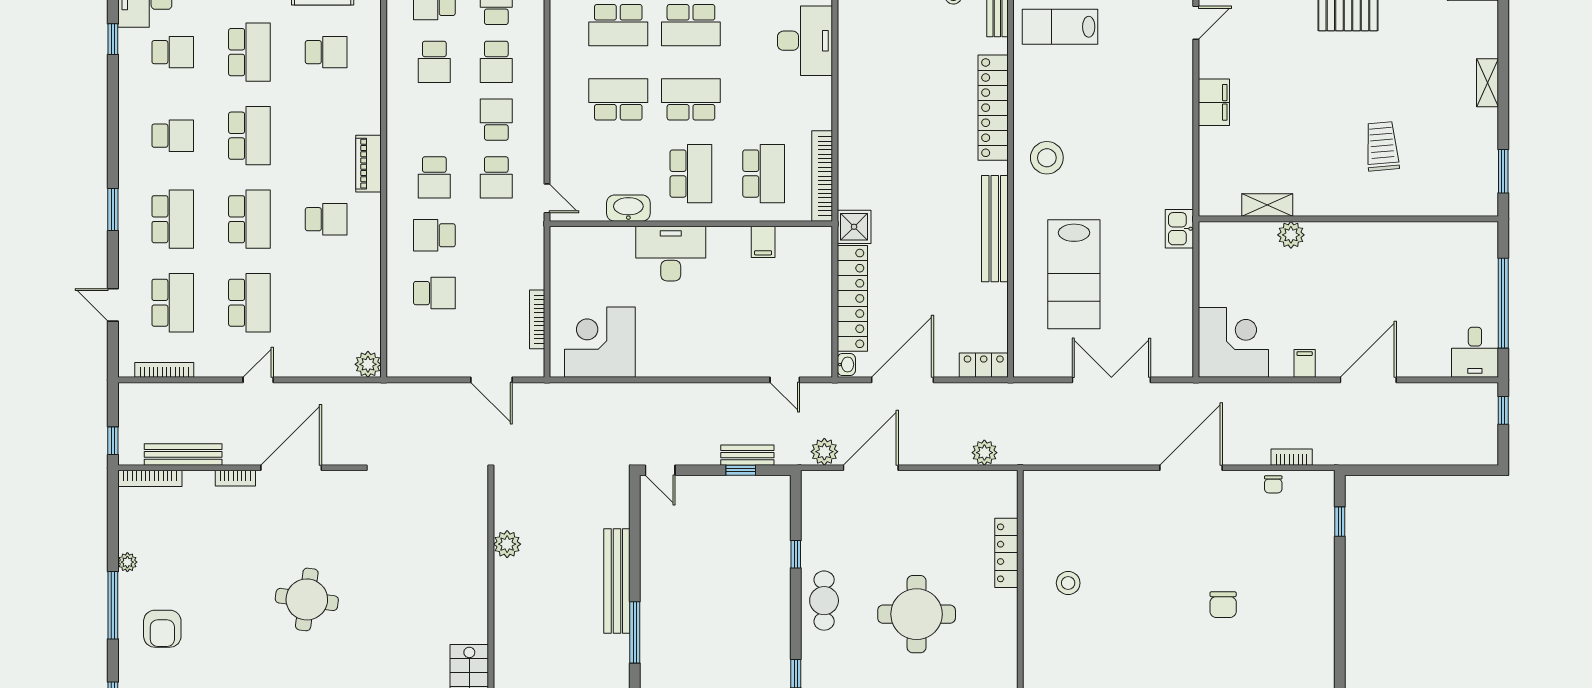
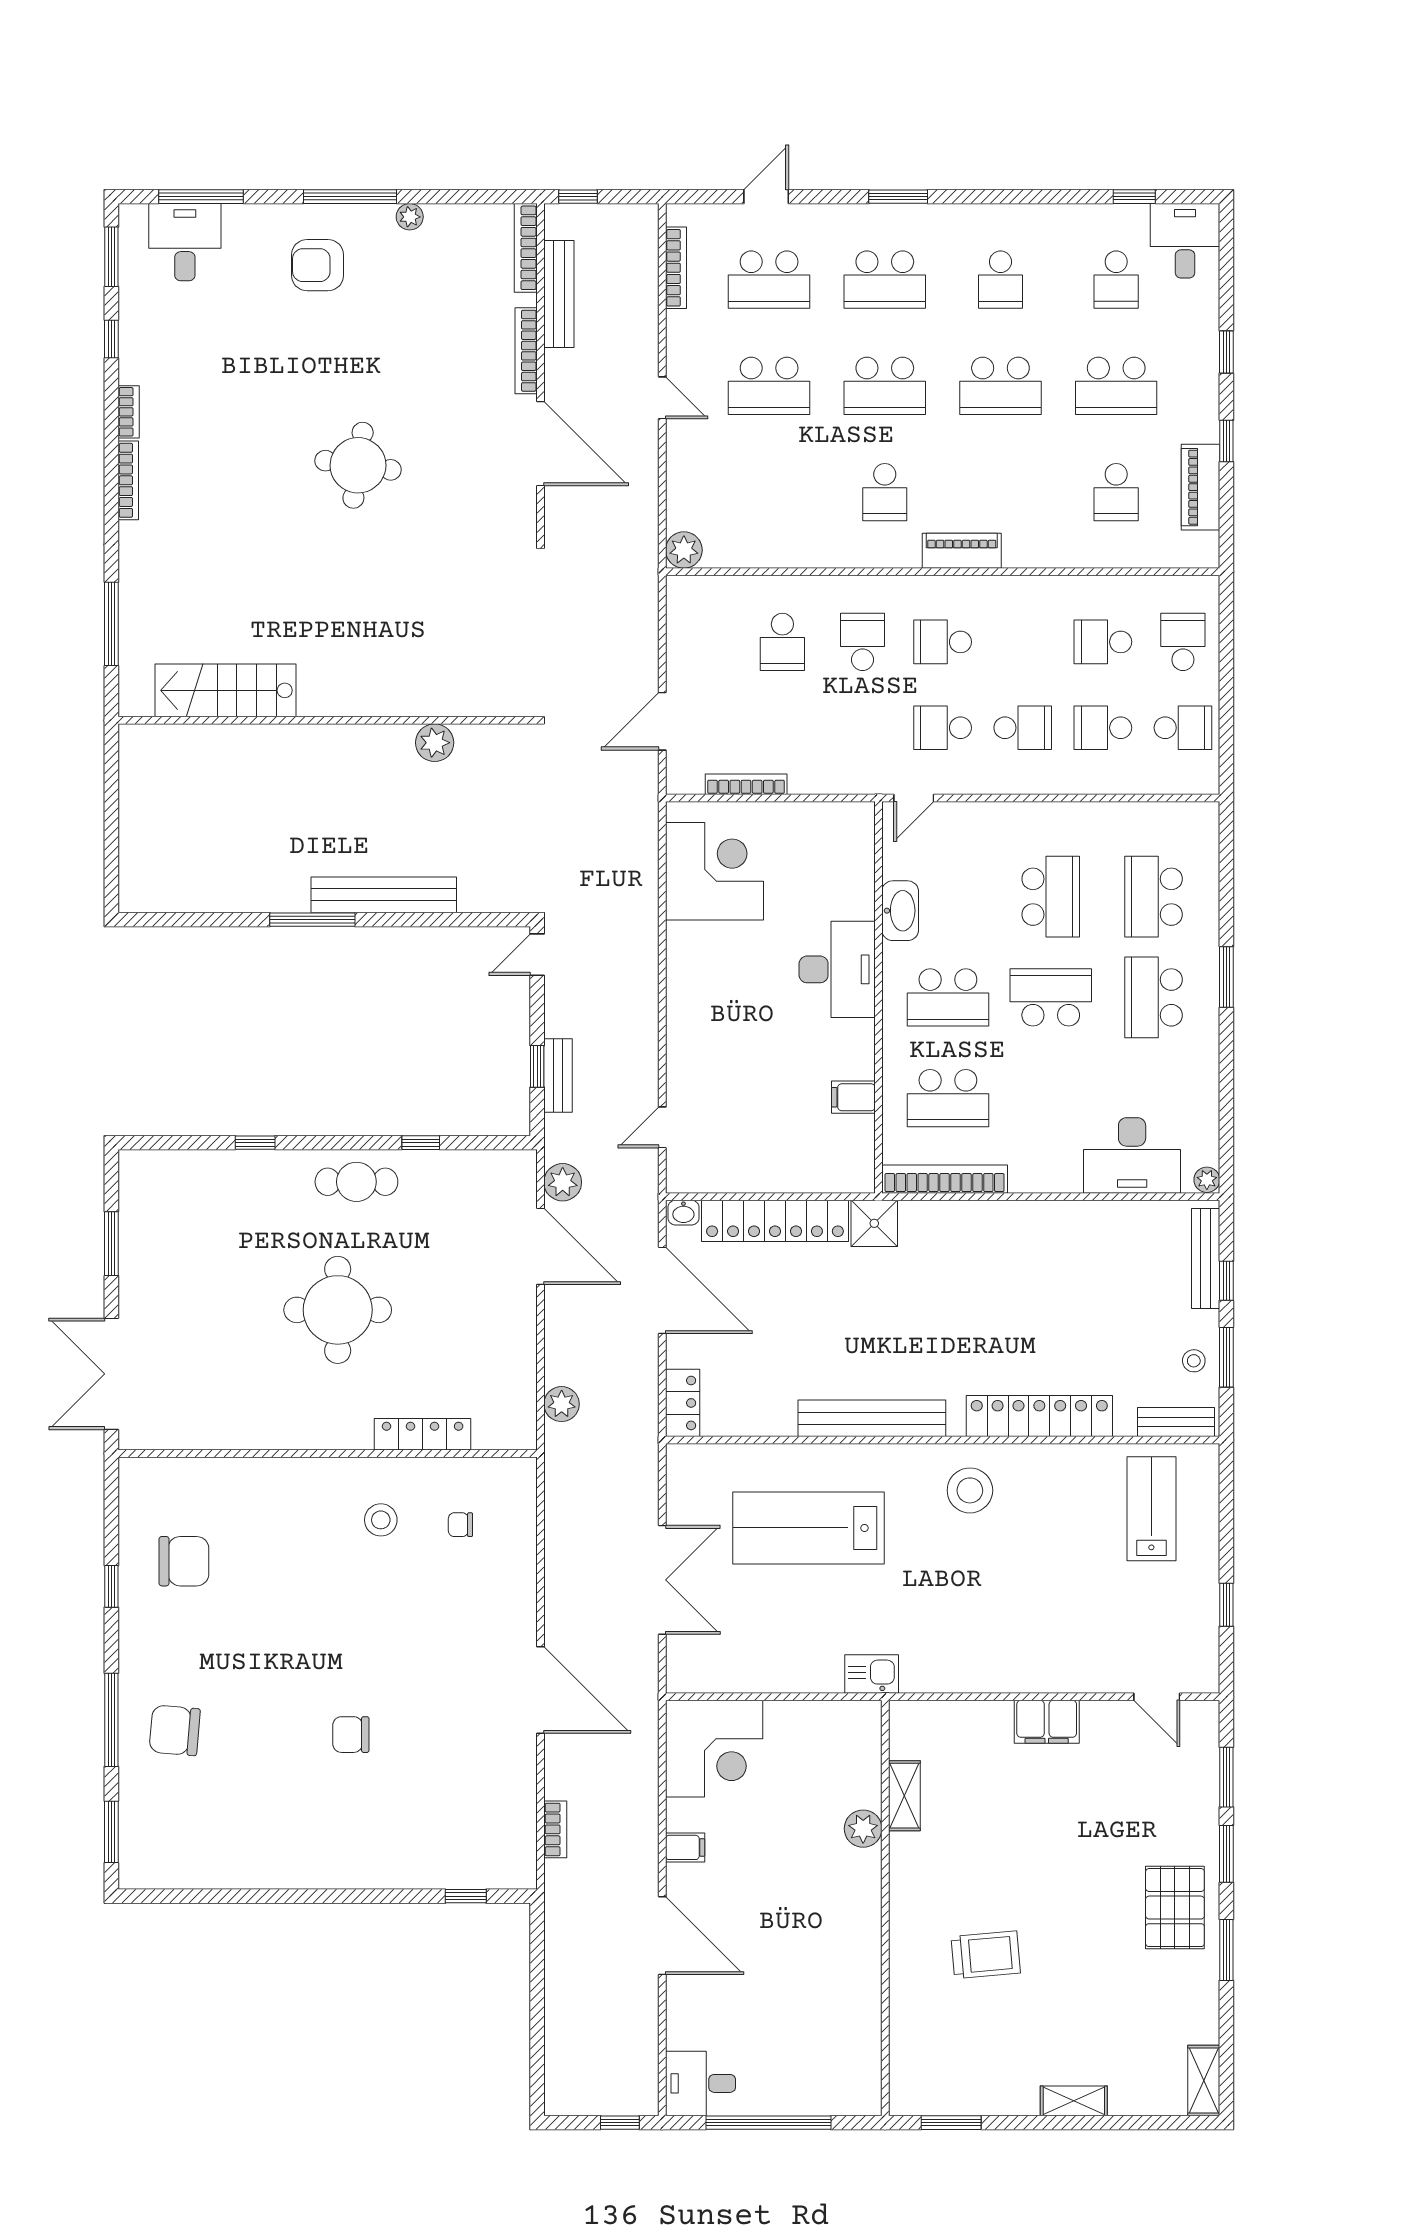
school desk: (691, 99) -> (1051, 997), turned -90
bookcase: (235, 478) -> (526, 351), width x1.56
chair: (1273, 484) -> (460, 1525), moved

